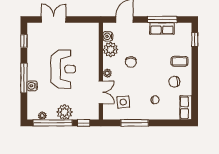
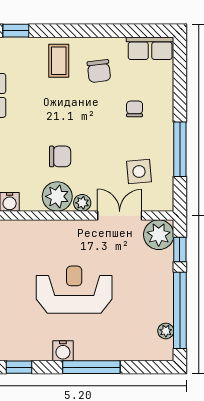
plant: (111, 50) -> (57, 196), moved
water cooler: (32, 86) -> (63, 351), moved
plant: (64, 112) -> (159, 235), moved

